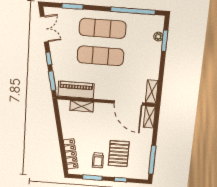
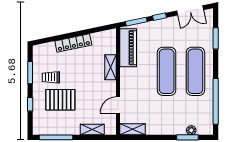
door: (128, 103) -> (118, 105), width x0.53
shelving: (82, 106) -> (111, 67), moved
shelving: (149, 117) -> (92, 130), moved
locker: (71, 154) -> (73, 43), moved

